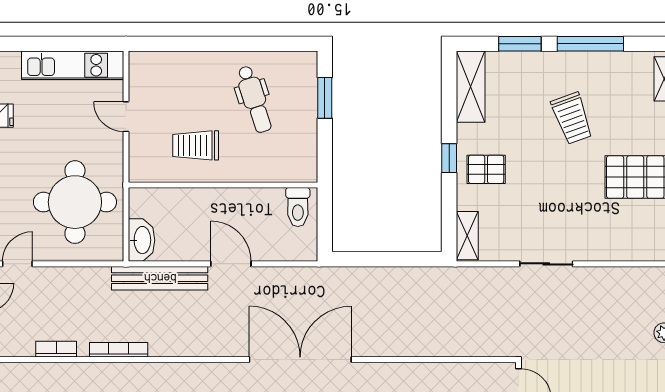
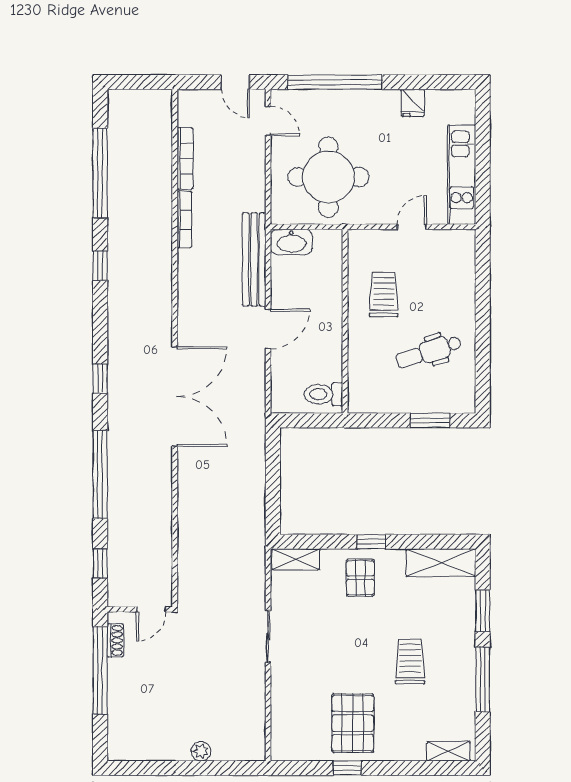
trolley: (572, 118) -> (410, 662), turned 110
bookcase: (56, 349) -> (185, 159), width x1.56

